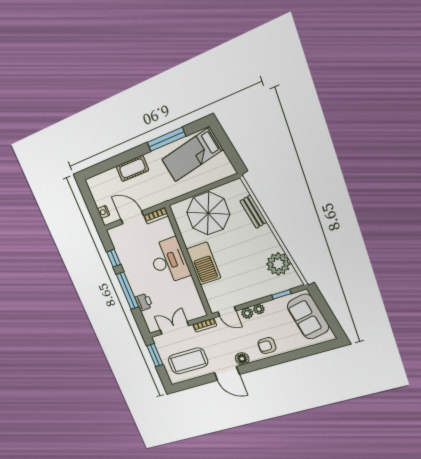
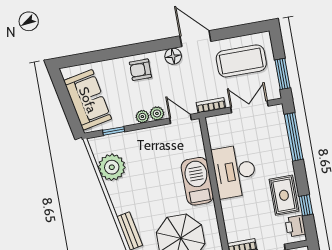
desk: (169, 261) -> (235, 171), moved
rug: (132, 263) -> (284, 195), added
window: (128, 291) -> (294, 137), moved
printer: (144, 302) -> (295, 226), moved
double door: (174, 328) -> (249, 107), swing flipped
armchair: (267, 346) -> (140, 70), turned 180

